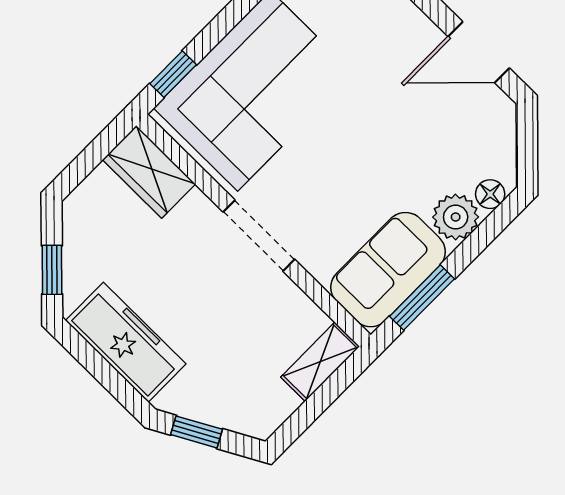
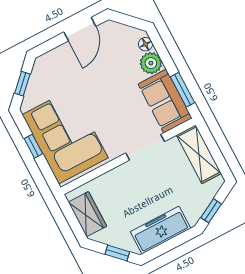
window: (173, 74) -> (33, 146), moved
wardrobe: (149, 172) -> (87, 214), moved, turned -90
doorway: (259, 236) -> (145, 147), moved
shelving: (320, 362) -> (199, 154), width x1.50, depth x1.33

